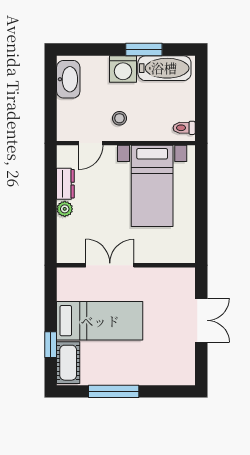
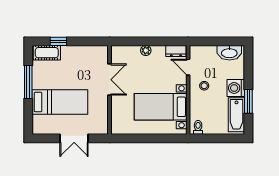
dresser: (65, 184) -> (176, 51), moved
bed: (100, 321) -> (60, 102), moved, turned -90

